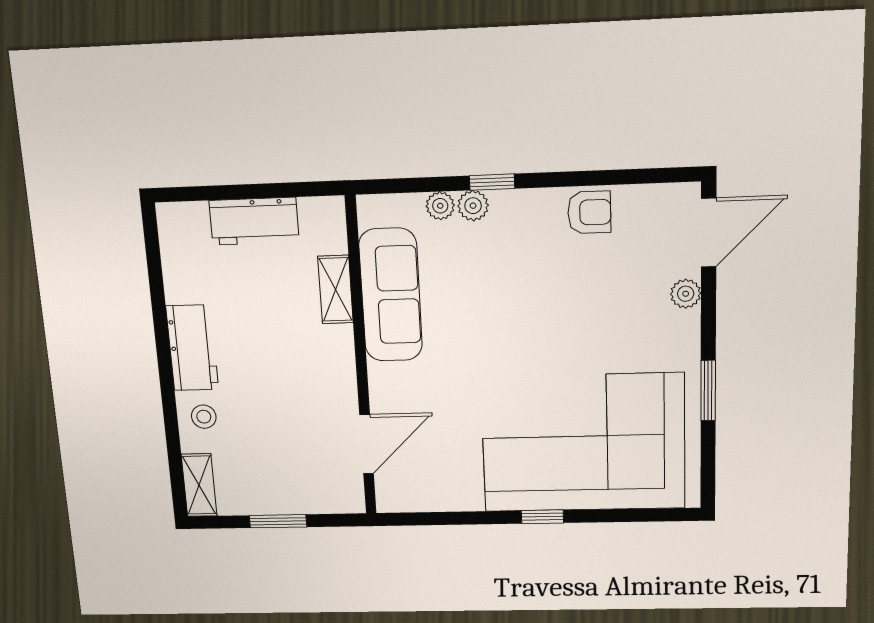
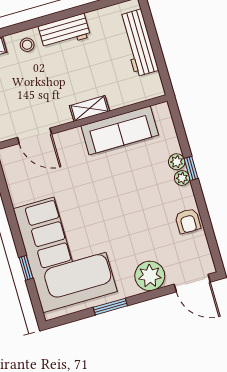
plant: (440, 206) -> (182, 178), moved
workbench: (254, 221) -> (138, 43), width x1.38
shelving: (335, 290) -> (89, 108), moved
plant: (686, 294) -> (150, 276), width x1.87, depth x1.87
window: (542, 517) -> (26, 268), moved

